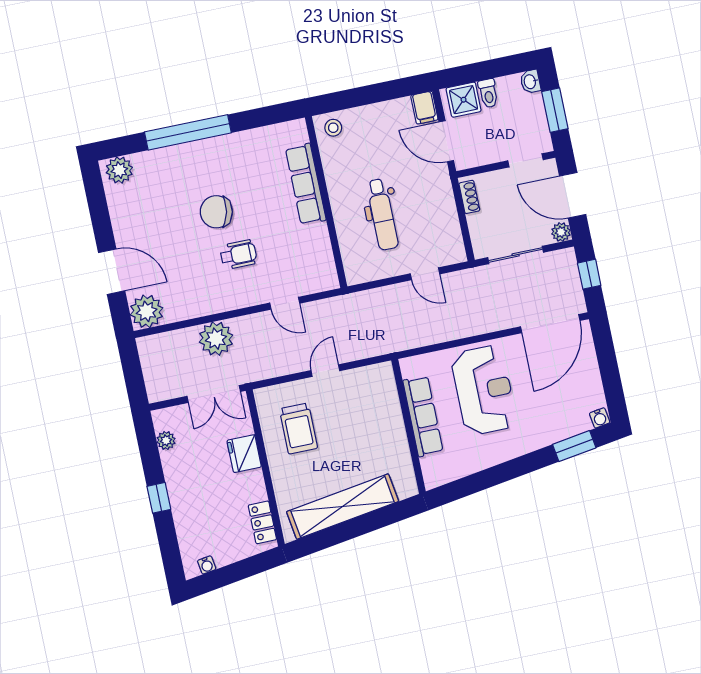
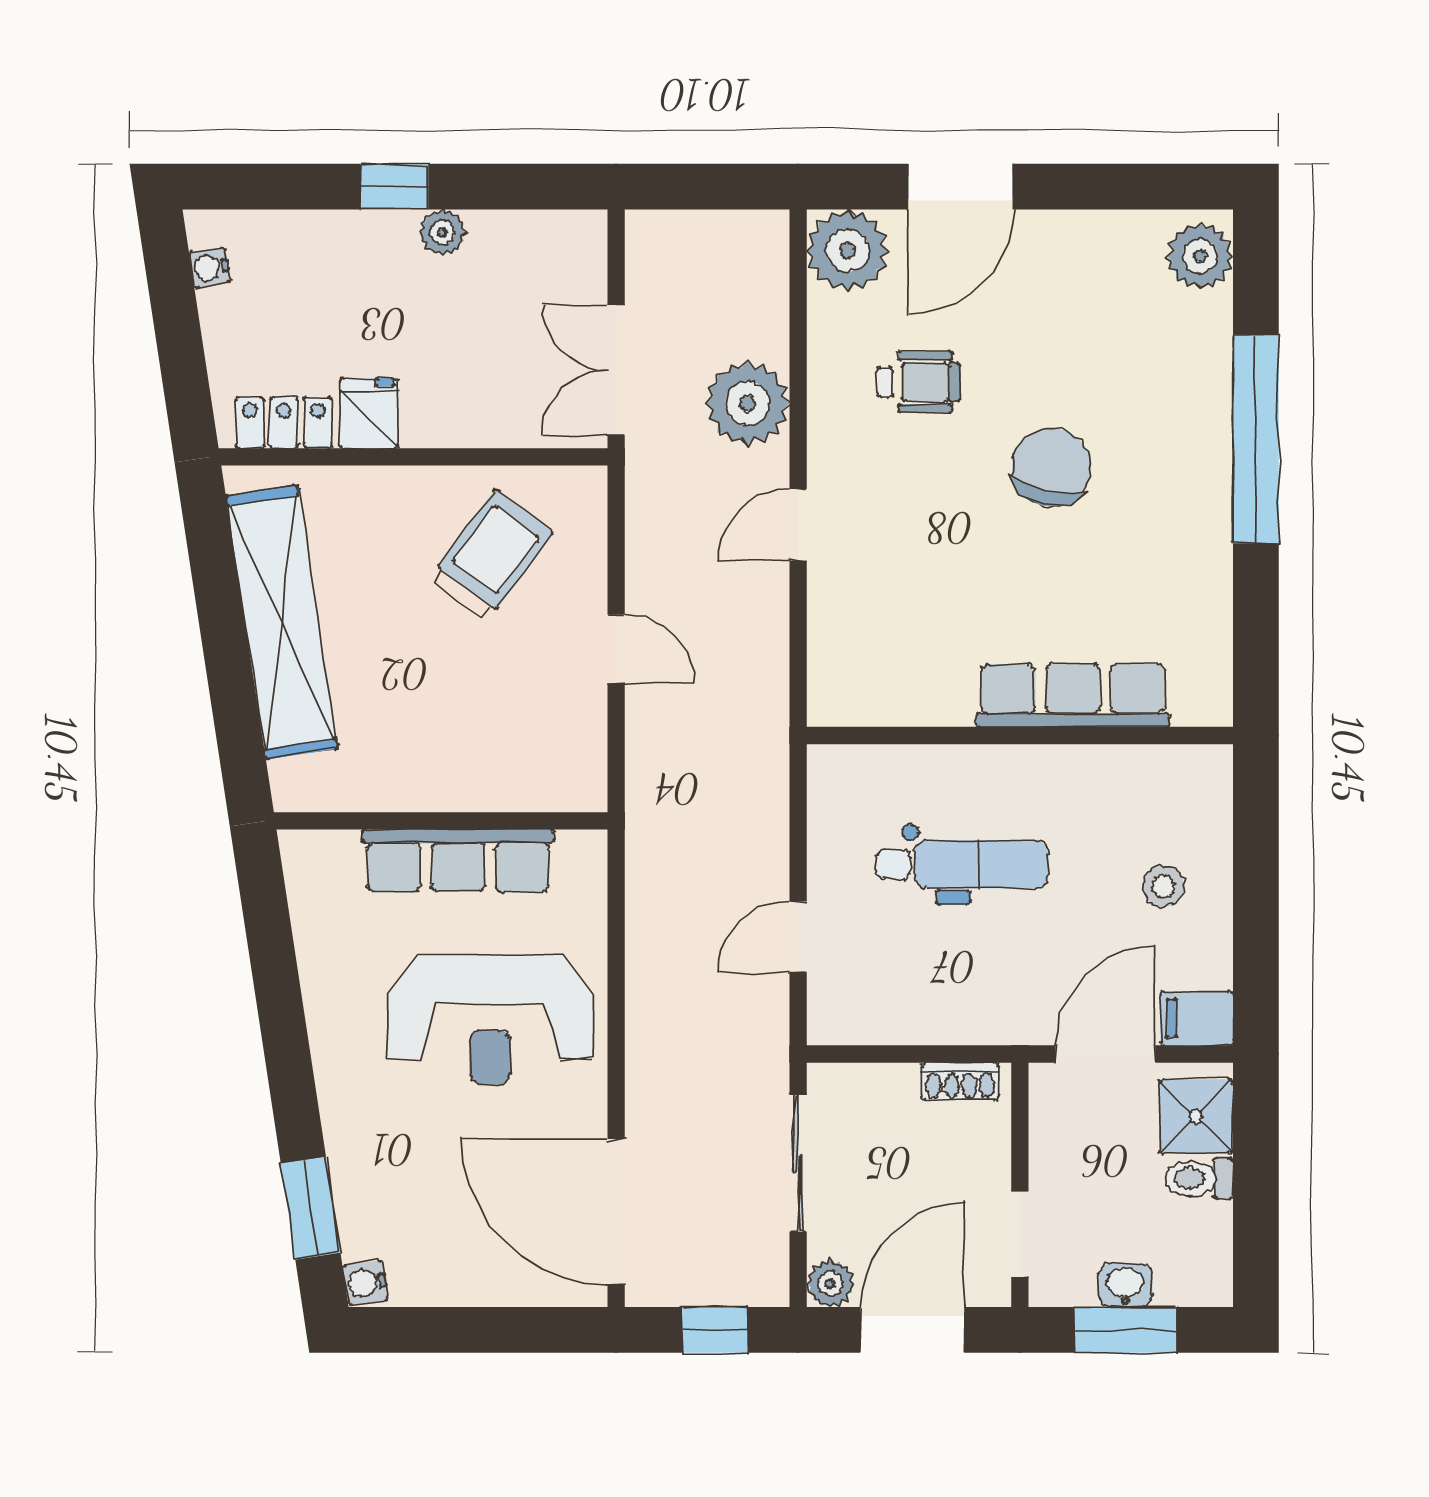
washbasin: (530, 82) -> (1125, 1285), moved
stool: (333, 128) -> (1163, 886), moved
dental chair: (382, 214) -> (962, 864), turned 180
wheelchair: (238, 254) -> (919, 382), moved, turned -90
door: (285, 303) -> (798, 525), moved
trolley: (298, 428) -> (491, 556), turned 127
plant: (166, 440) -> (442, 232), moved
fridge: (244, 454) -> (369, 413), moved, width x0.72

